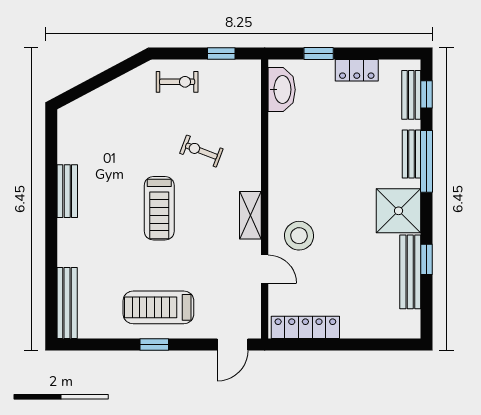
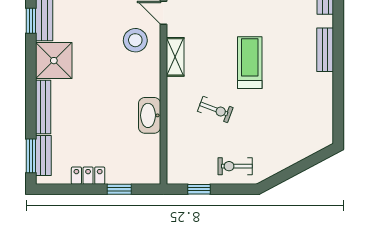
washbasin: (282, 90) -> (150, 115), moved
window: (427, 94) -> (31, 156), width x1.50
bench: (411, 154) -> (43, 107), width x1.36
window: (427, 161) -> (31, 101), removed
bench: (67, 191) -> (325, 50), moved

